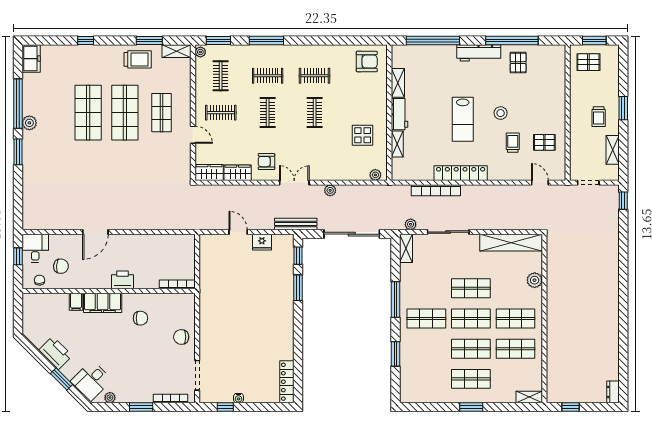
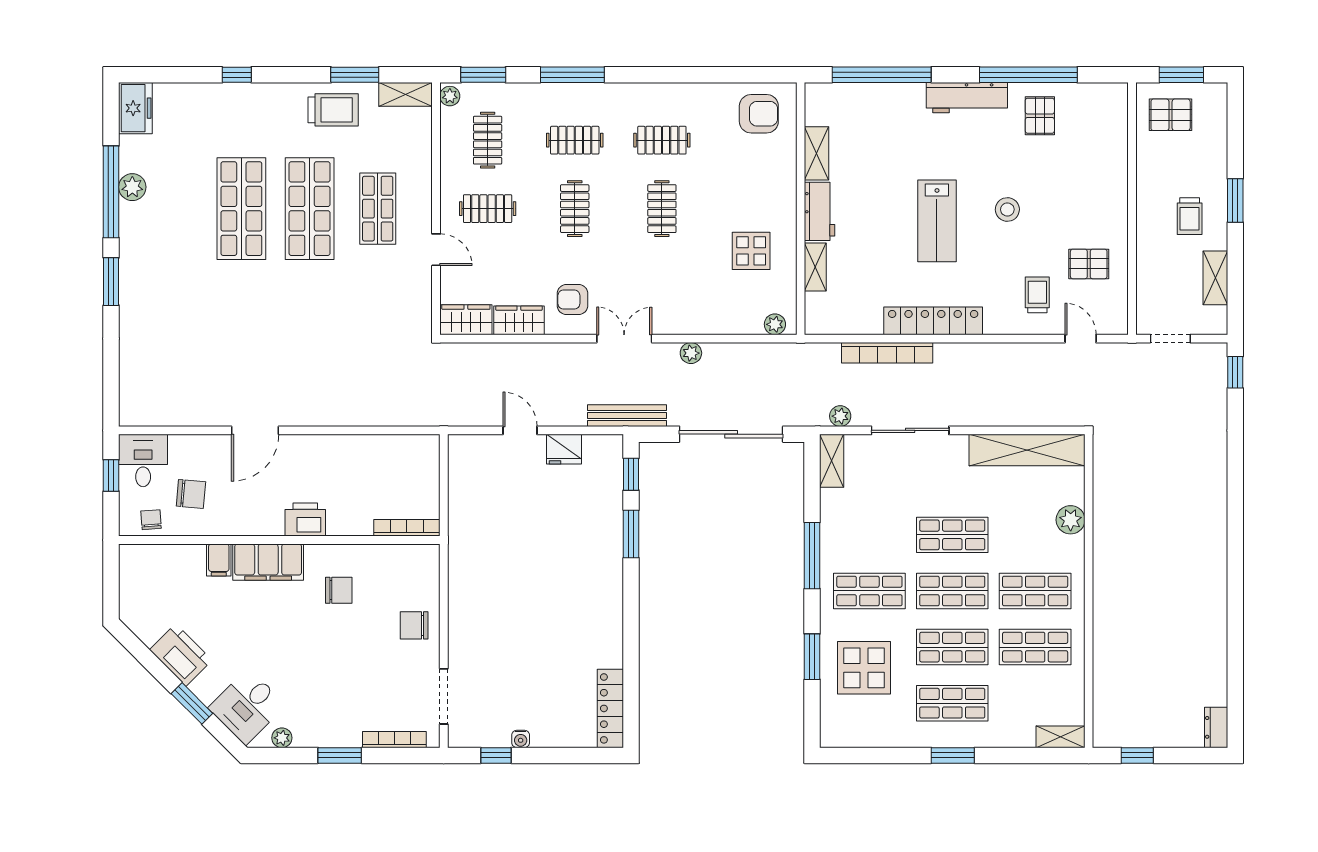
plant: (29, 123) -> (132, 187), moved
trolley: (513, 143) -> (1037, 295), moved
display table: (423, 360) -> (864, 668), added

